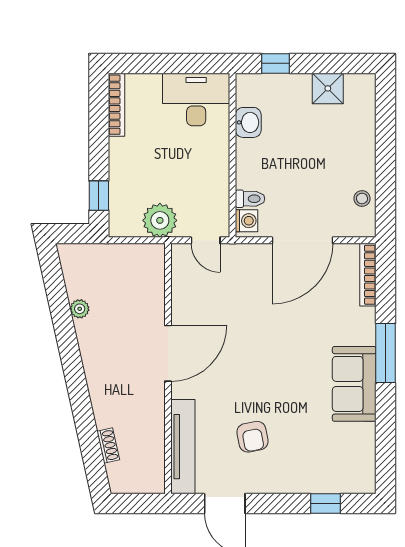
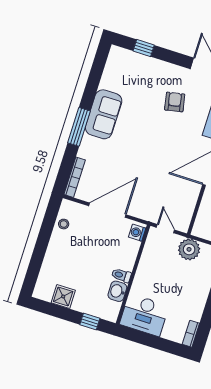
bookcase: (117, 105) -> (191, 334), width x0.64
toilet: (250, 199) -> (121, 275), moved

